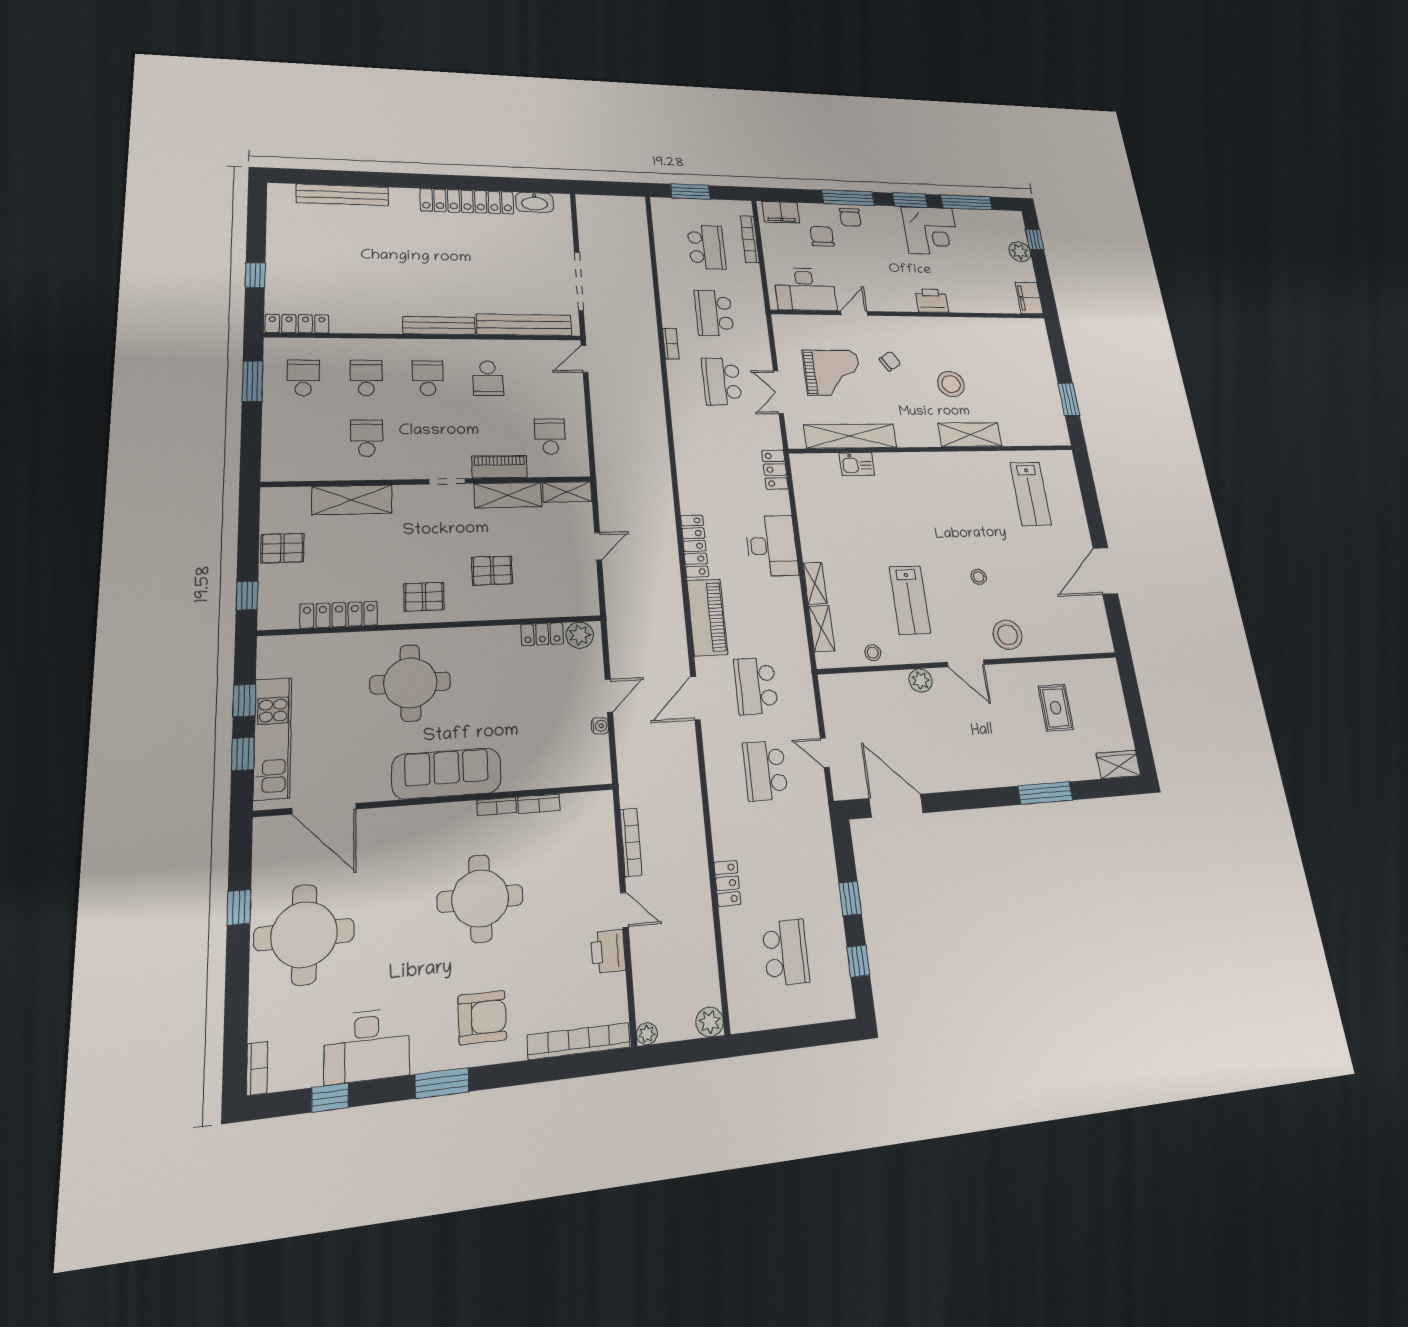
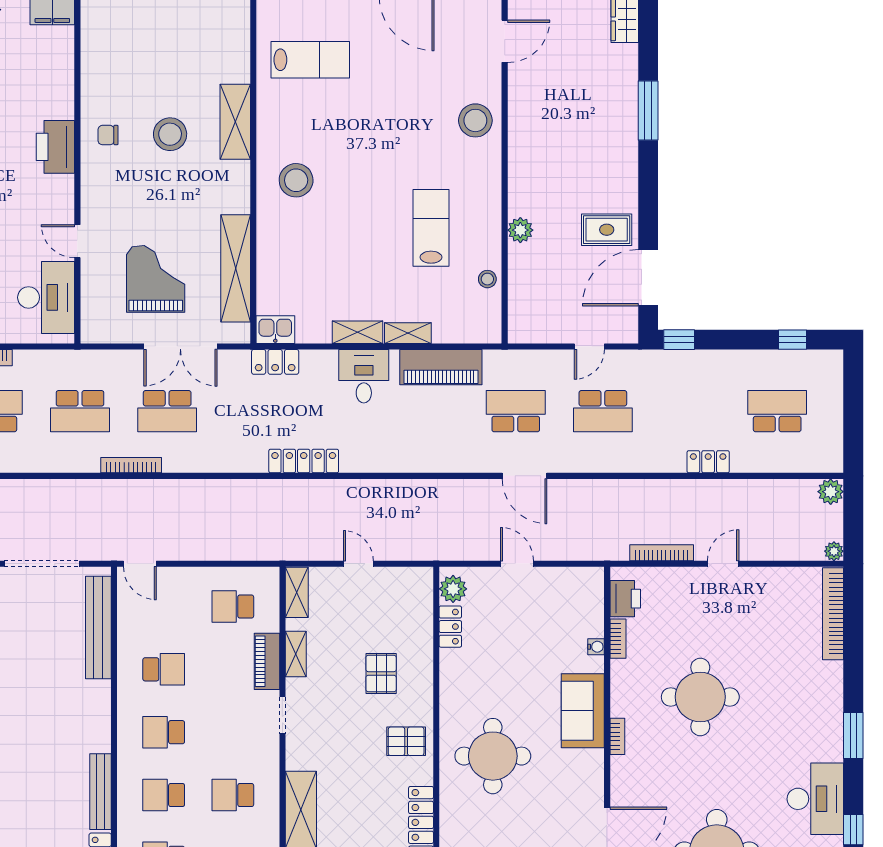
printer: (932, 301) -> (55, 147), width x1.37, depth x1.19
bench: (439, 326) -> (100, 792), moved
bookcase: (671, 344) -> (131, 465), width x1.56
chair: (890, 361) -> (108, 135), moved, turned -58
double door: (778, 392) -> (180, 346), width x1.37
kitchen sink: (857, 464) -> (275, 330), moved, turned -90
shelving: (508, 495) -> (296, 654), width x0.67, depth x0.75
locker: (695, 546) -> (304, 461), moved
desk: (772, 546) -> (364, 376), width x0.73
stool: (979, 577) -> (296, 180), moved, width x1.89, depth x1.89
pallet: (424, 597) -> (406, 741), turned 90
lab bench: (910, 600) -> (431, 228), turned -90
piano: (707, 617) -> (441, 367), moved, turned 180
shelving: (822, 629) -> (358, 332), moved
door: (966, 663) -> (505, 41), moved
school desk: (756, 686) -> (516, 411), turned 180
rug: (1056, 708) -> (607, 230), moved
water cooler: (600, 726) -> (596, 647), moved, turned 90
sofa: (447, 773) -> (583, 711), width x0.73
bookcase: (497, 806) -> (617, 736), moved
window: (850, 899) -> (679, 340), moved
printer: (608, 951) -> (625, 599), moved, turned -90
armchair: (482, 1018) -> (803, 699), removed

